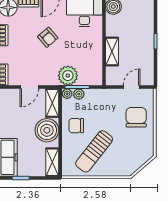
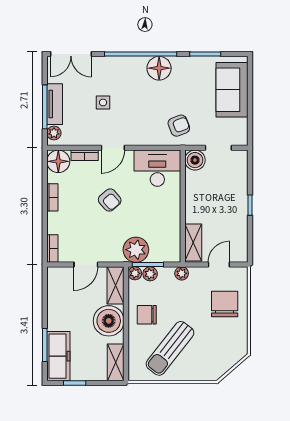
shelving: (112, 52) -> (193, 242), moved
plant: (103, 94) -> (182, 273), added

